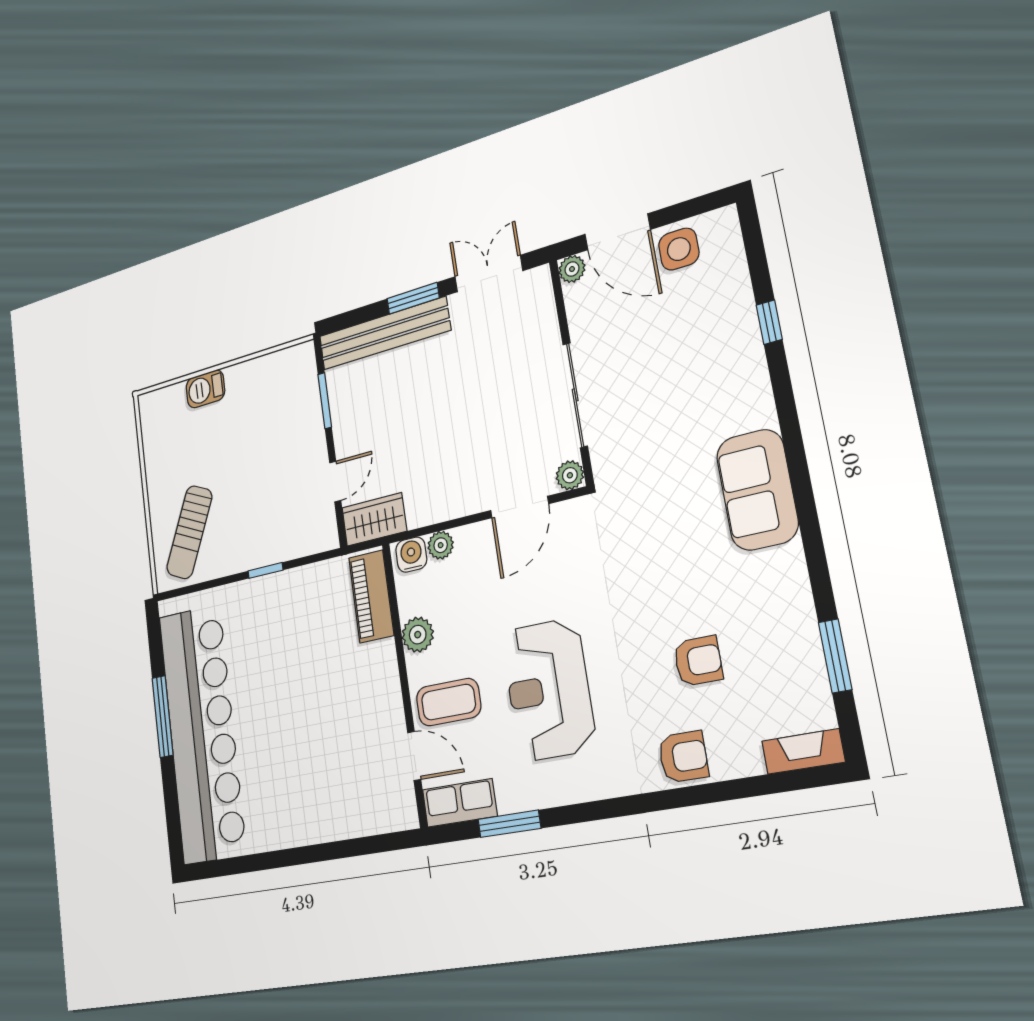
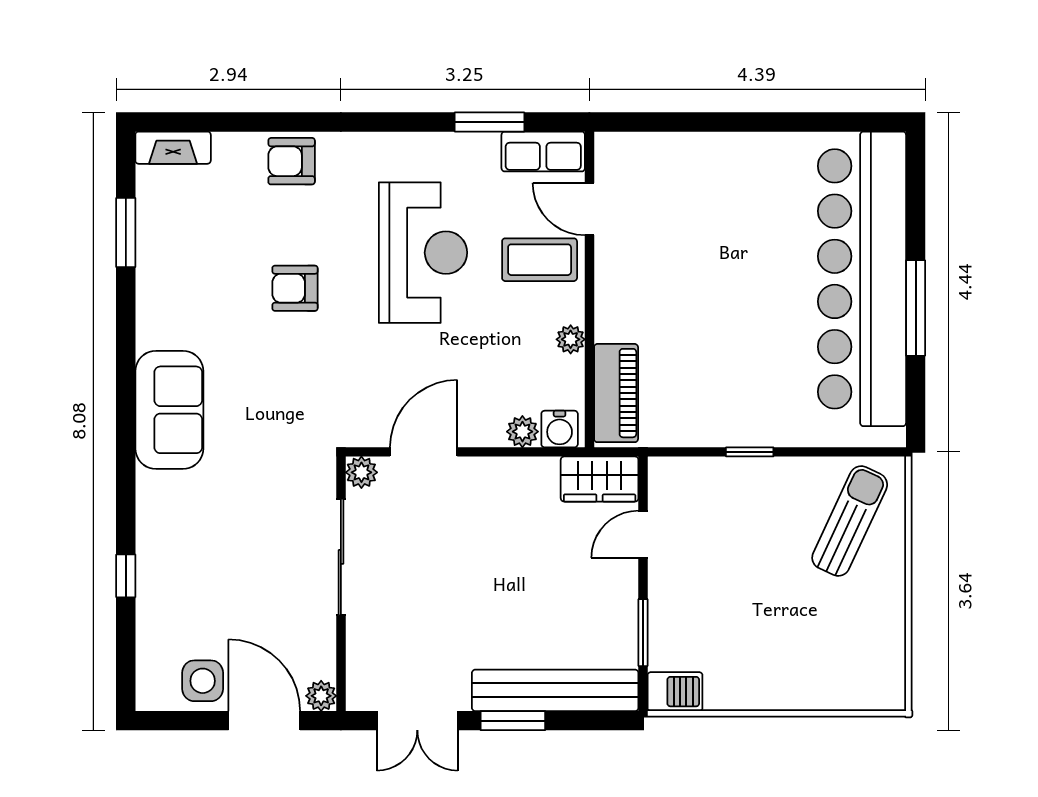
barbecue: (205, 389) -> (675, 692), moved
plant: (418, 635) -> (571, 339), width x0.73, depth x0.73
armchair: (698, 661) -> (295, 288), moved

